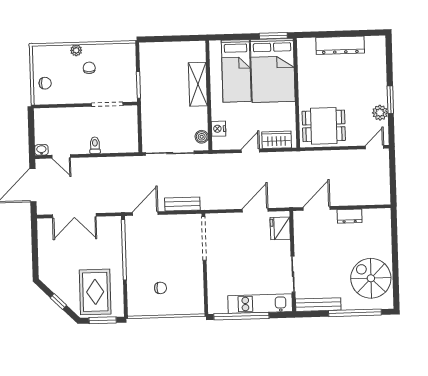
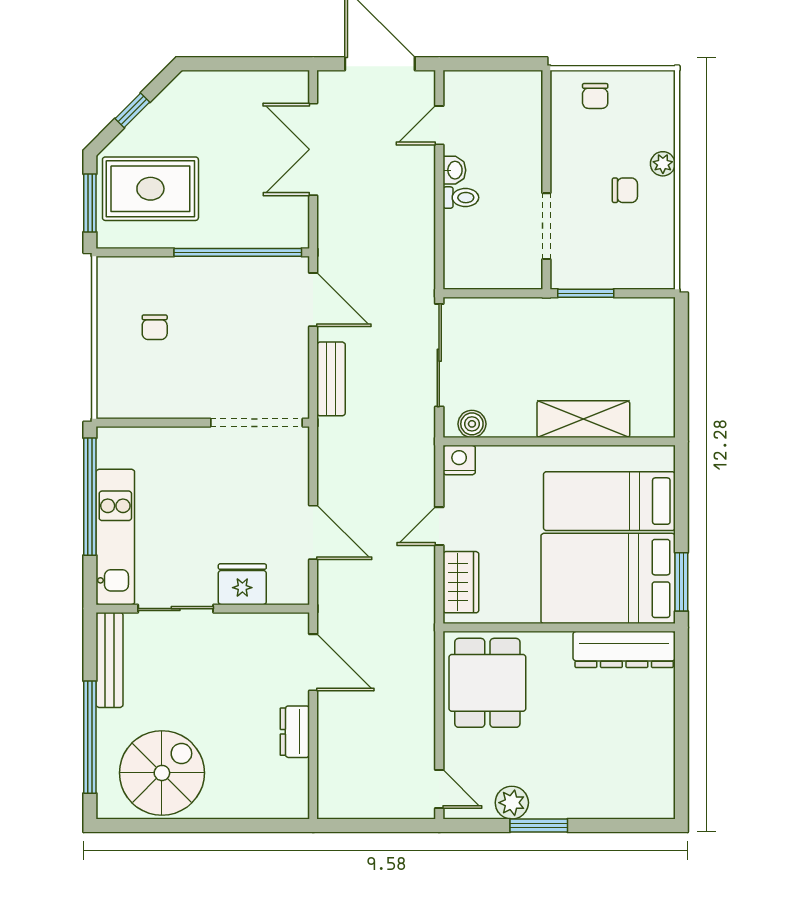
dresser: (340, 45) -> (624, 649), moved, turned -90
nightstand: (219, 129) -> (459, 460), moved
washbasin: (41, 150) -> (454, 170), moved
door: (250, 151) -> (439, 526), swing flipped
fridge: (280, 228) -> (242, 584), moved

